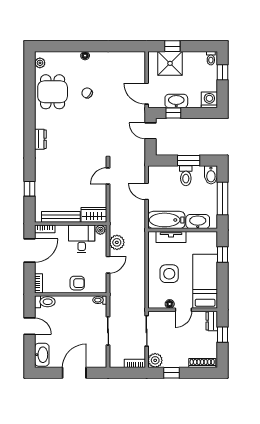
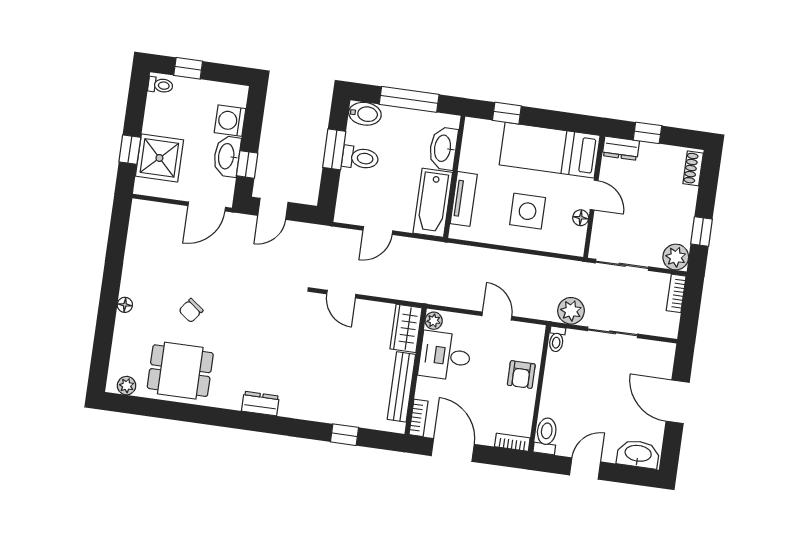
washing machine: (209, 100) -> (230, 121), moved
plant: (117, 242) -> (571, 311), moved
armchair: (77, 283) -> (521, 375), turned 180
shoe rack: (202, 363) -> (693, 168), width x0.70

